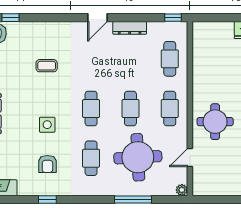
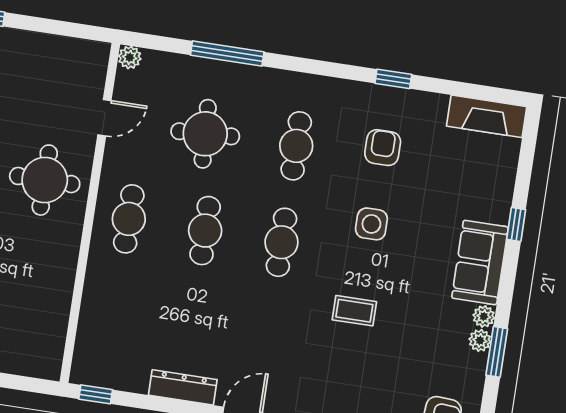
cafe table: (170, 59) -> (114, 315), removed
coffee table: (47, 66) -> (354, 311), moved
round table: (138, 157) -> (205, 134), width x0.73, depth x0.73

